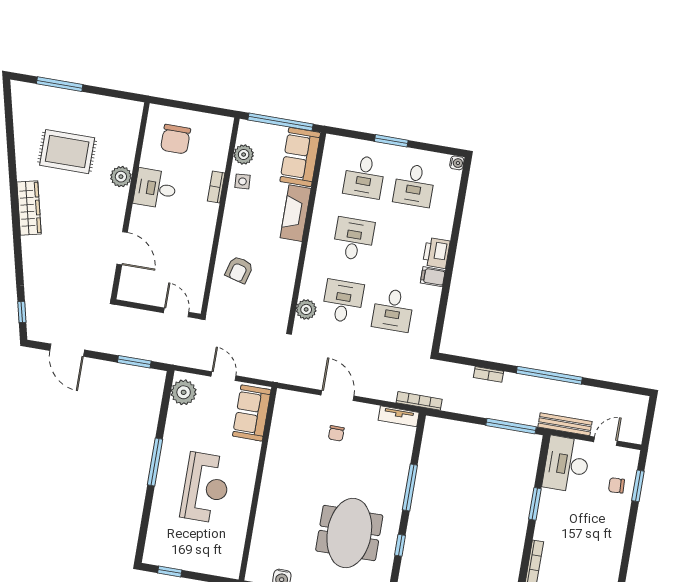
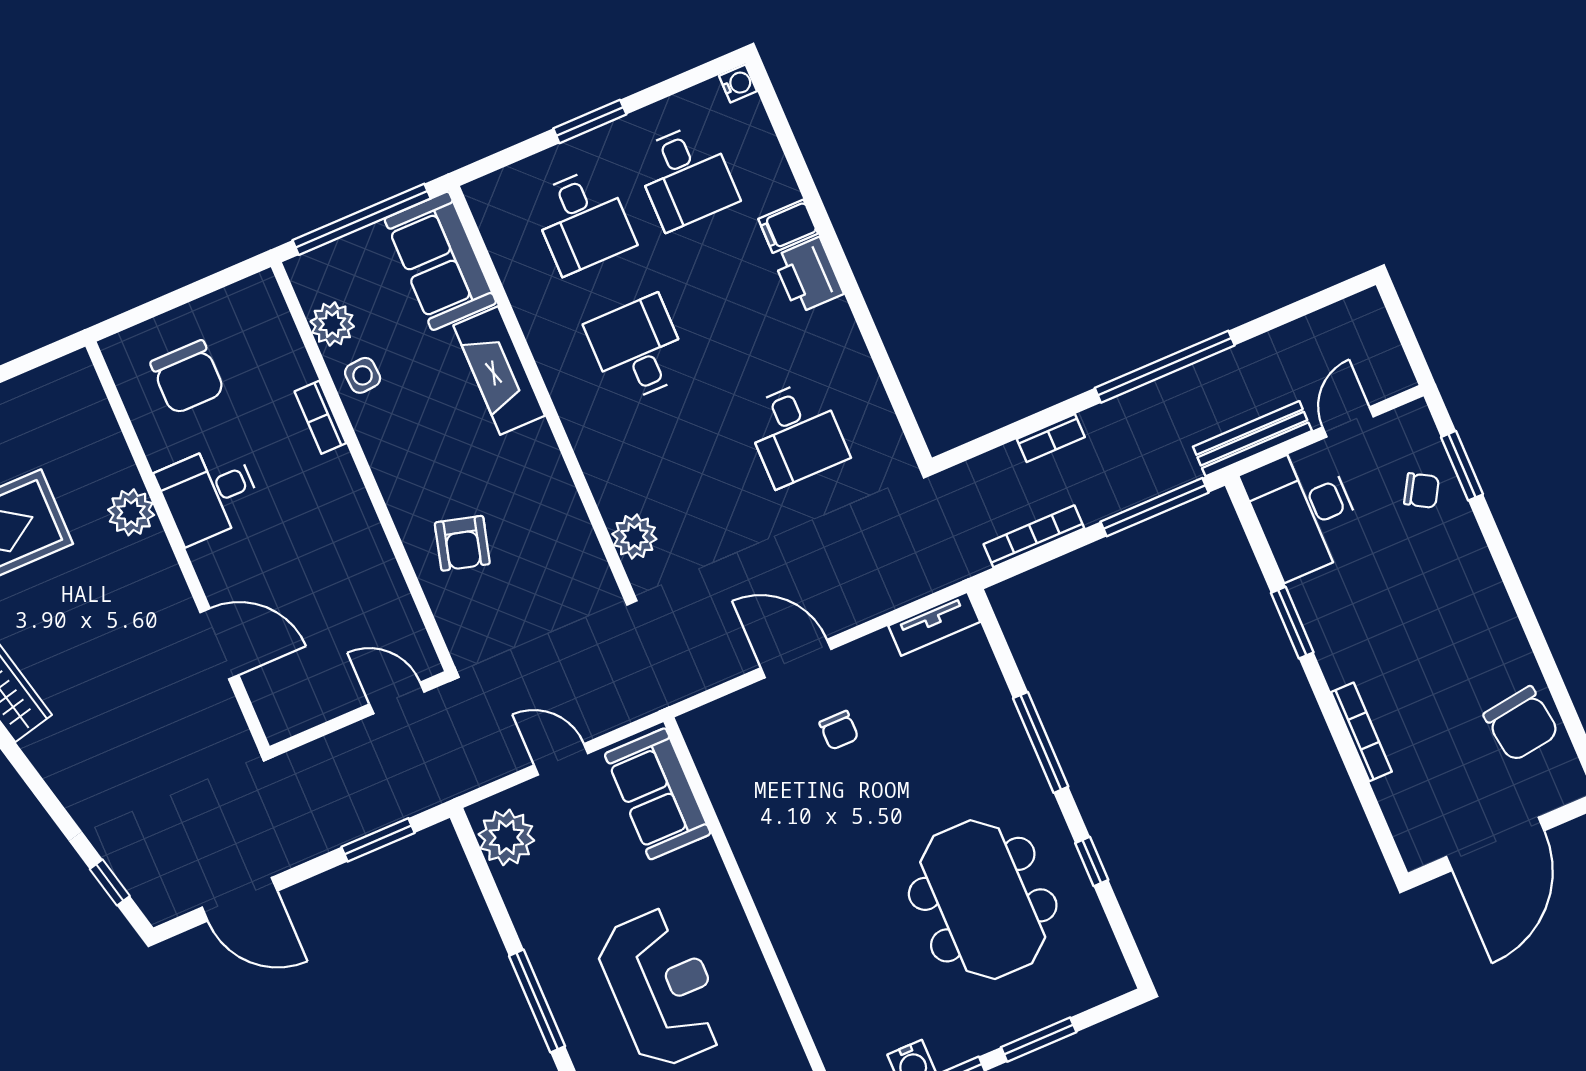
filing cabinet: (433, 277) -> (788, 226), moved
desk: (343, 301) -> (693, 477), removed
bookcase: (419, 401) -> (1034, 536), moved
chair: (616, 485) -> (1422, 491), turned -146

